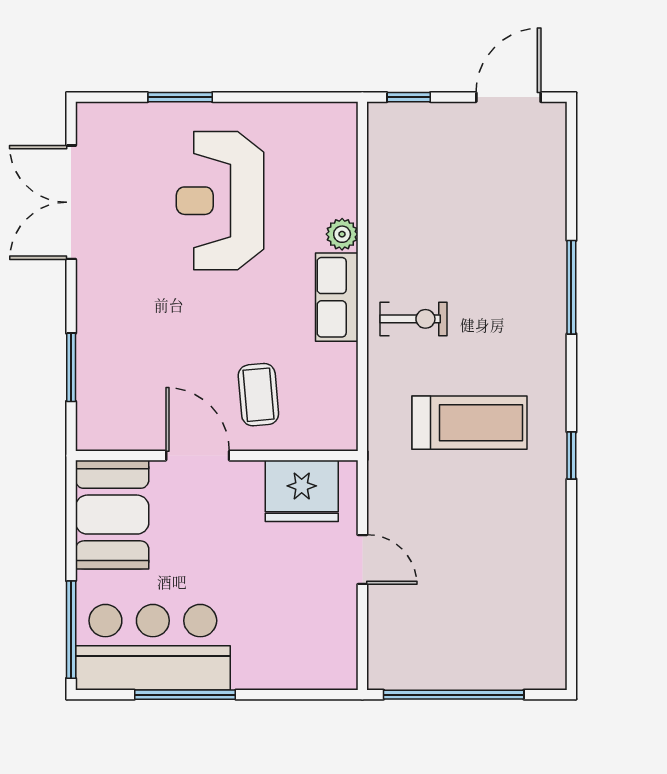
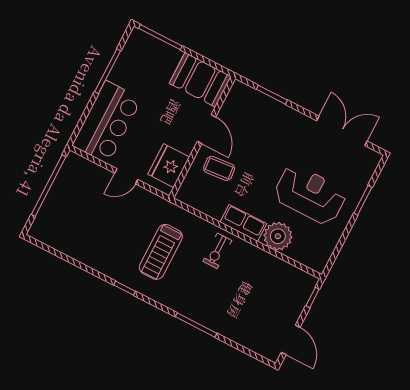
plant: (342, 234) -> (278, 236), width x1.88, depth x1.88
door: (198, 456) -> (206, 129), hinge flipped
bar counter: (153, 647) -> (107, 122), moved

